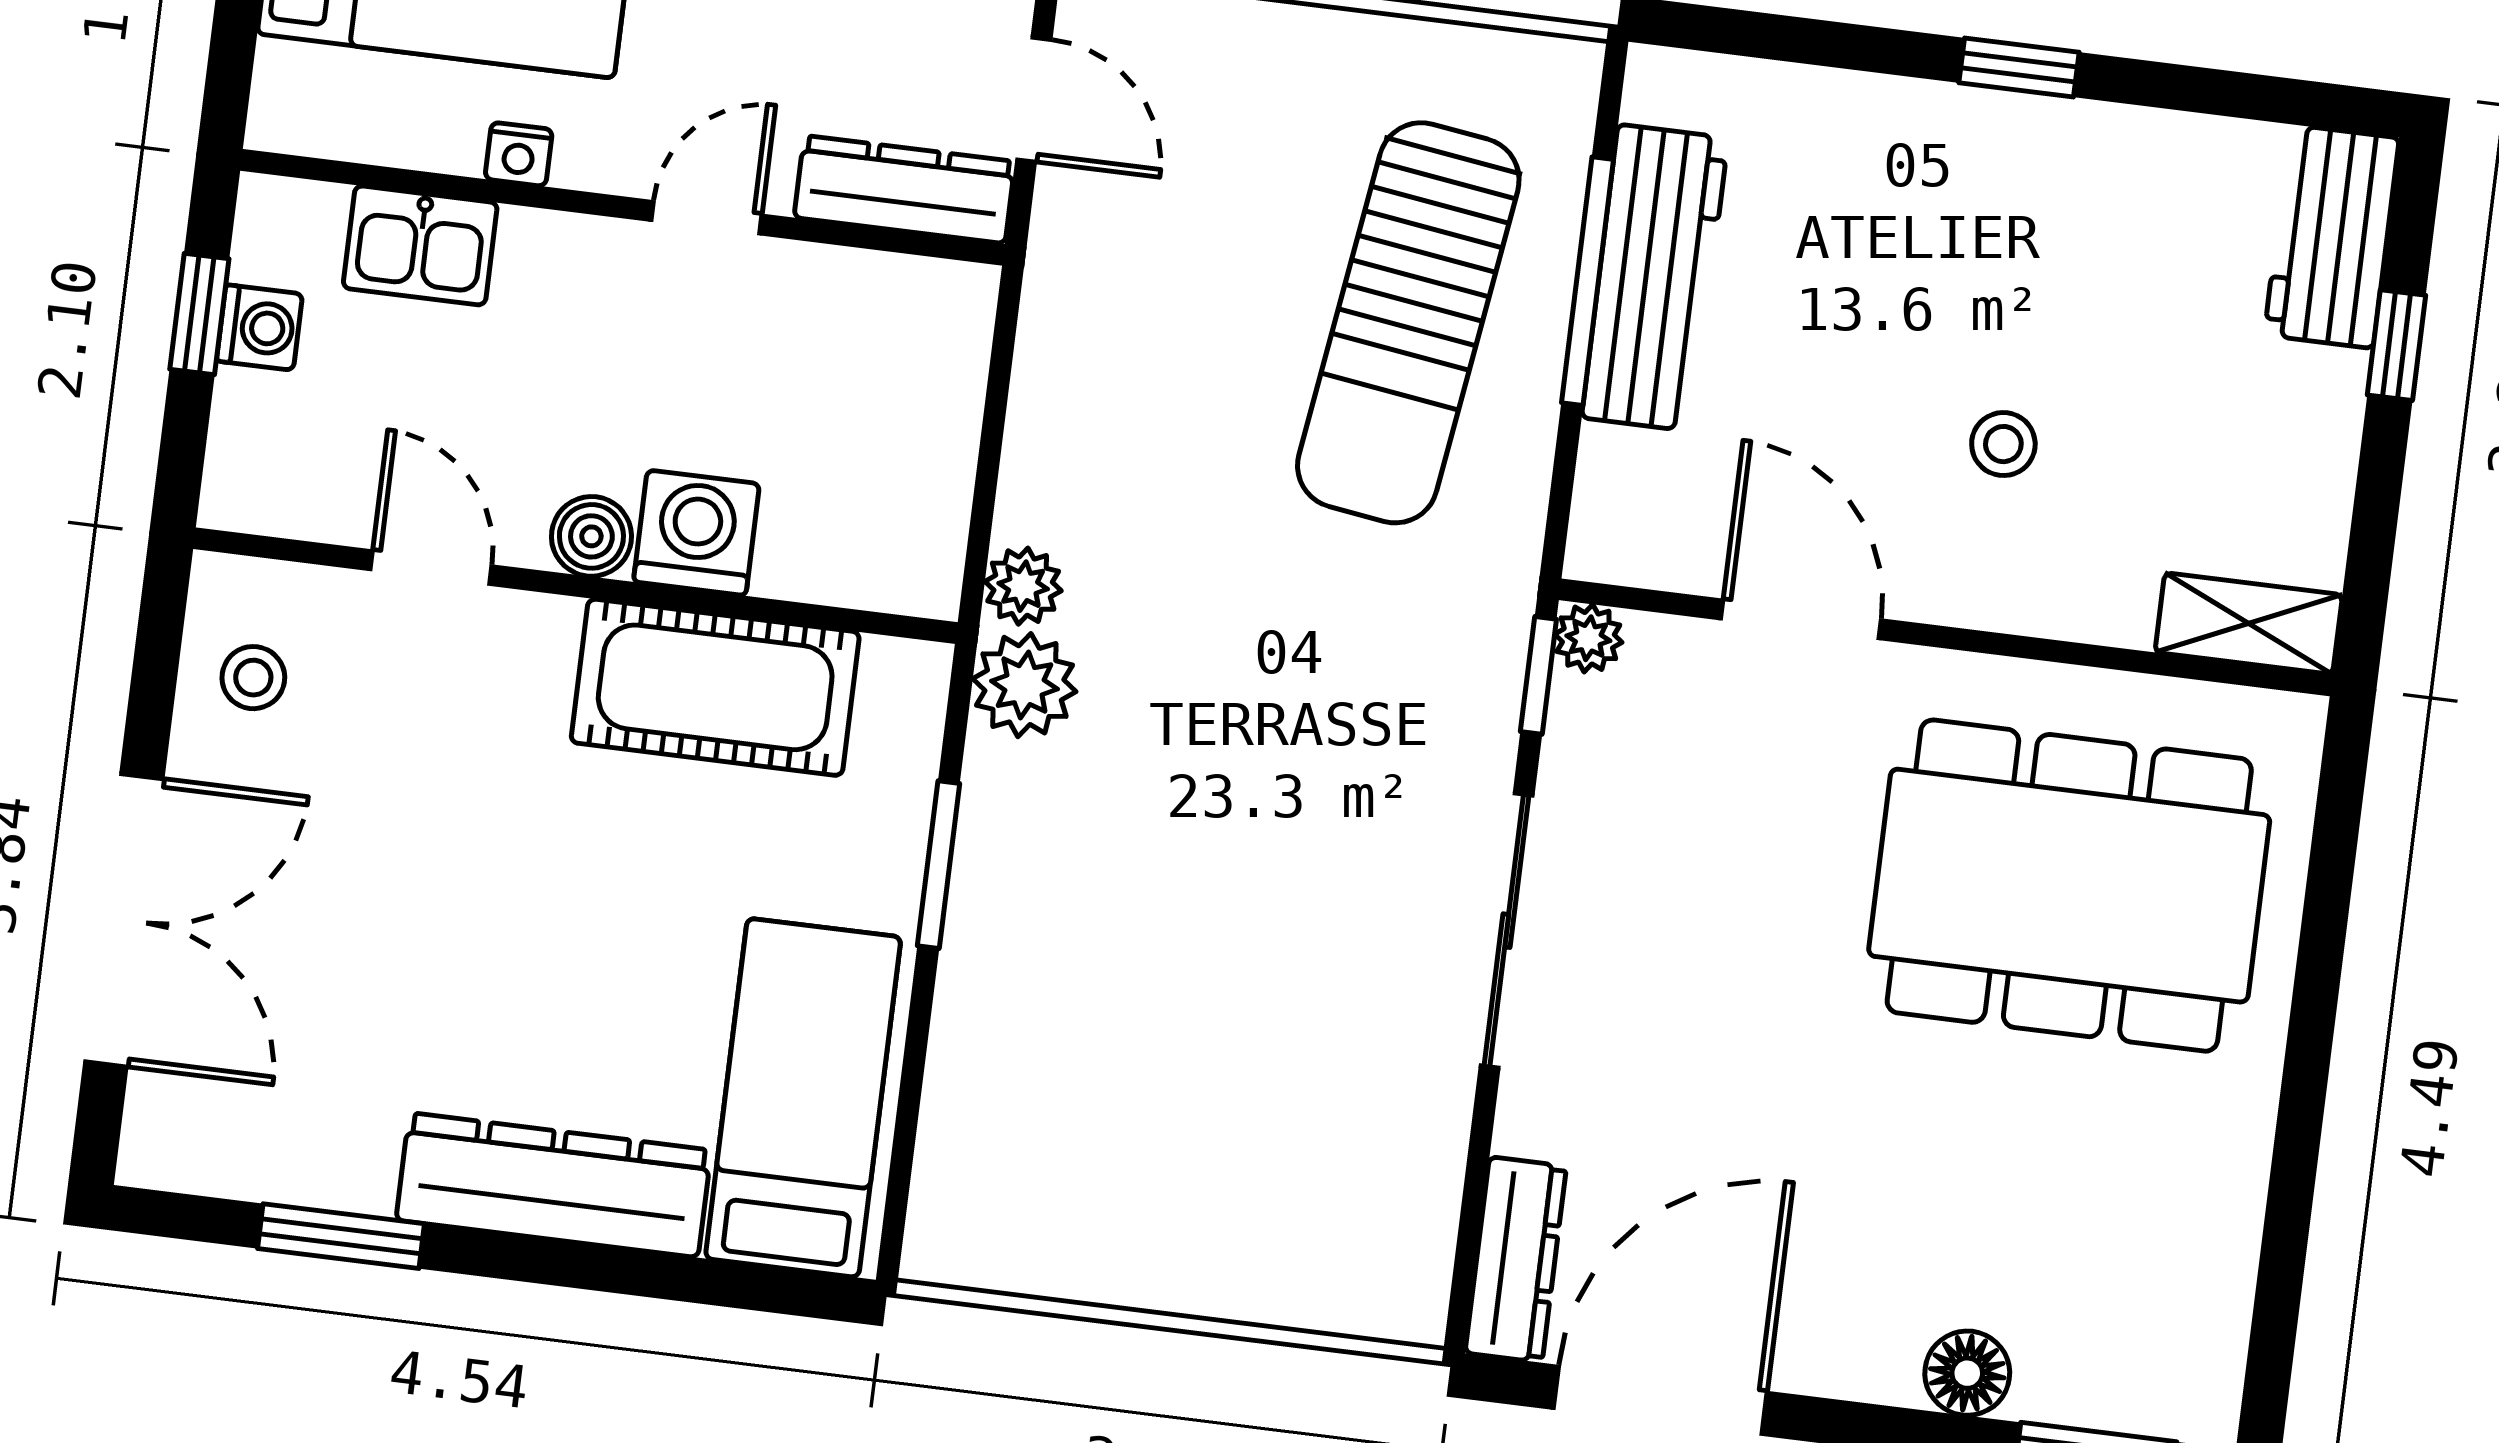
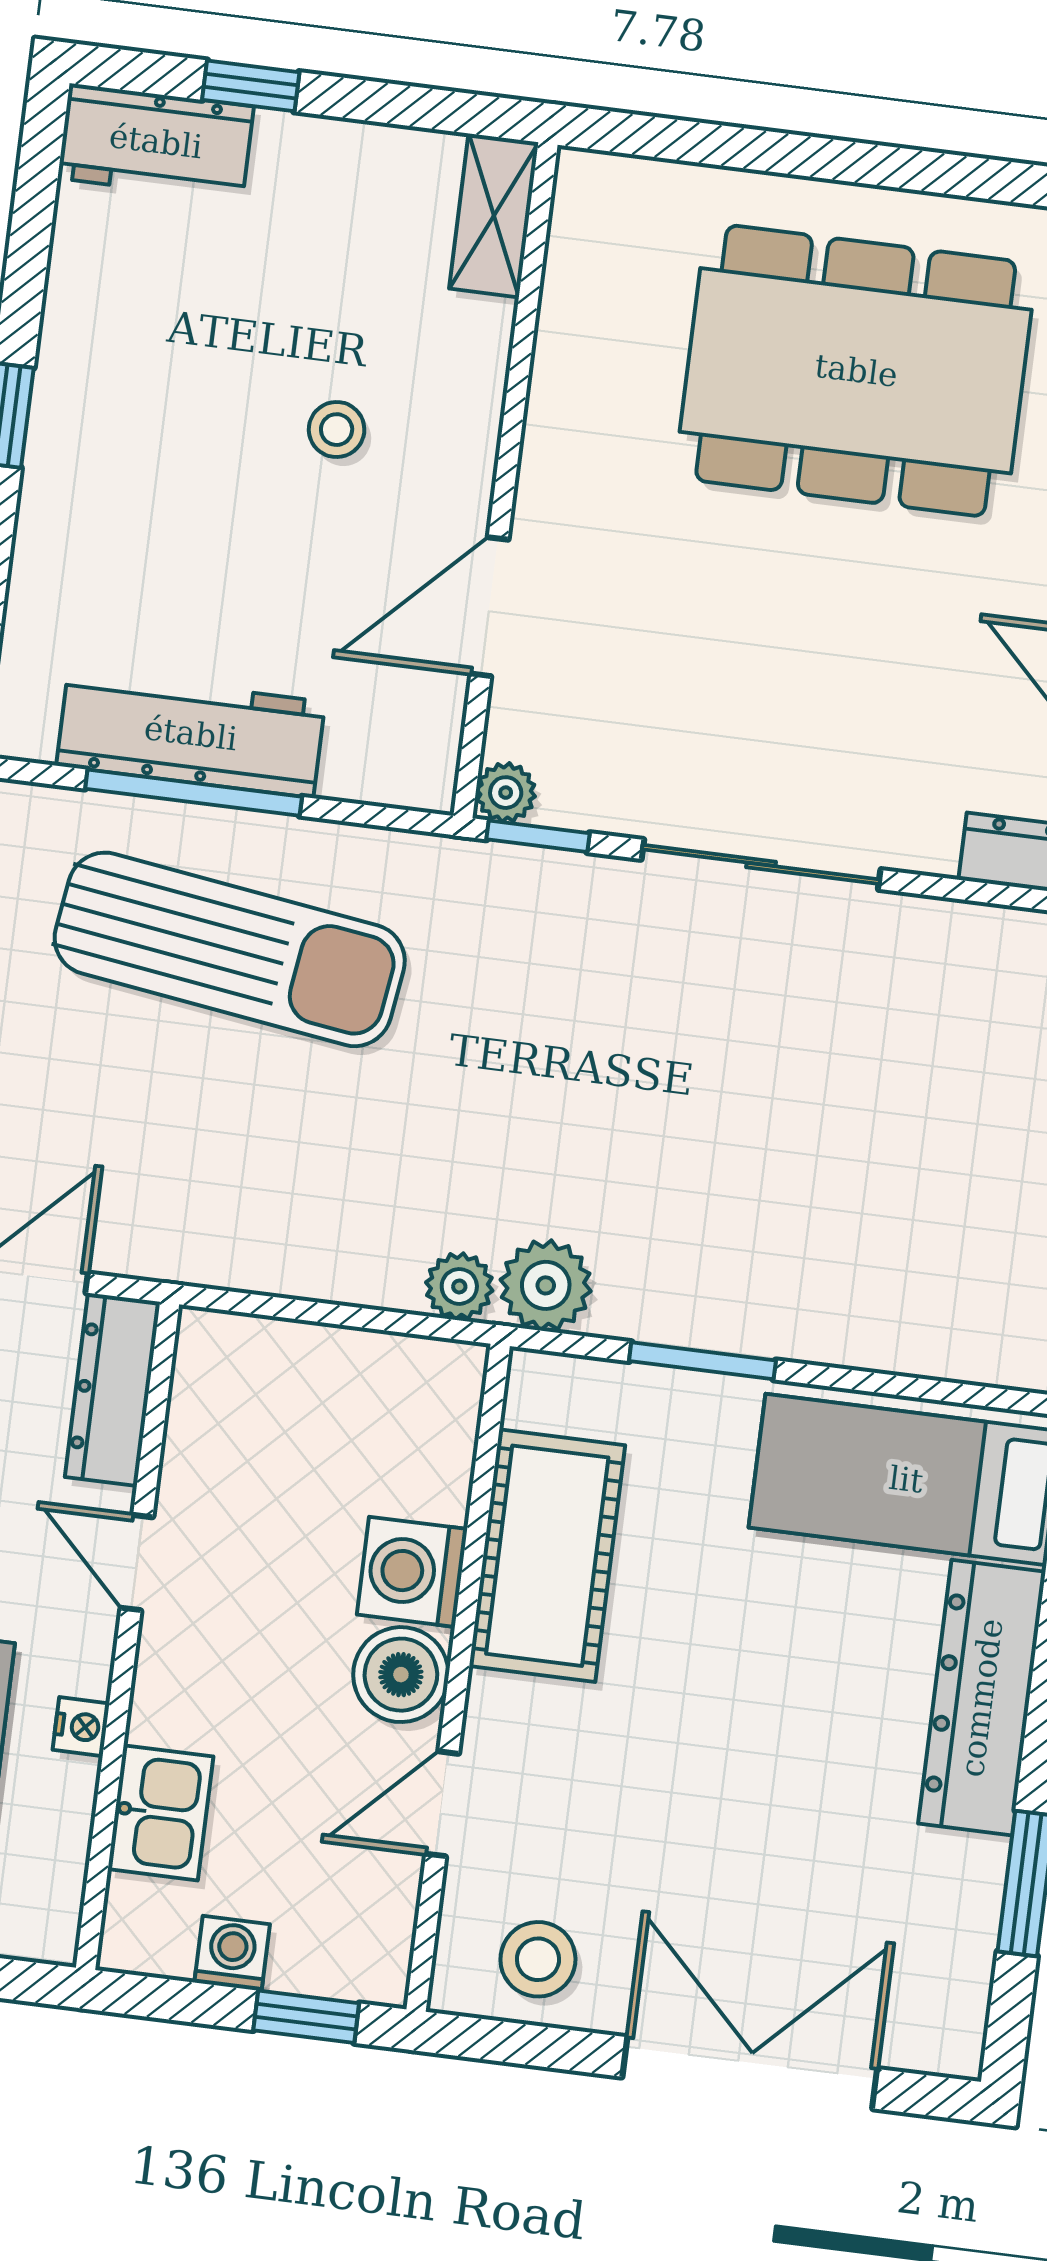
window: (199, 314) -> (306, 2017), moved
boiler: (591, 536) -> (401, 1675), width x1.36, depth x1.36
stool: (253, 678) -> (538, 1959), width x1.37, depth x1.37
dining table: (2069, 886) -> (856, 371), moved, turned 90

